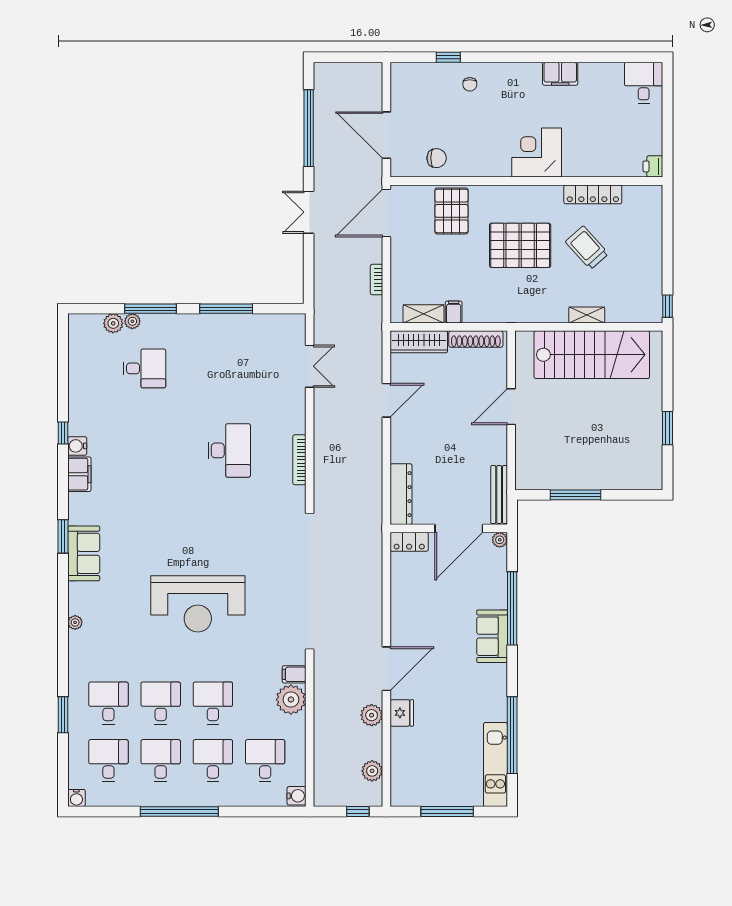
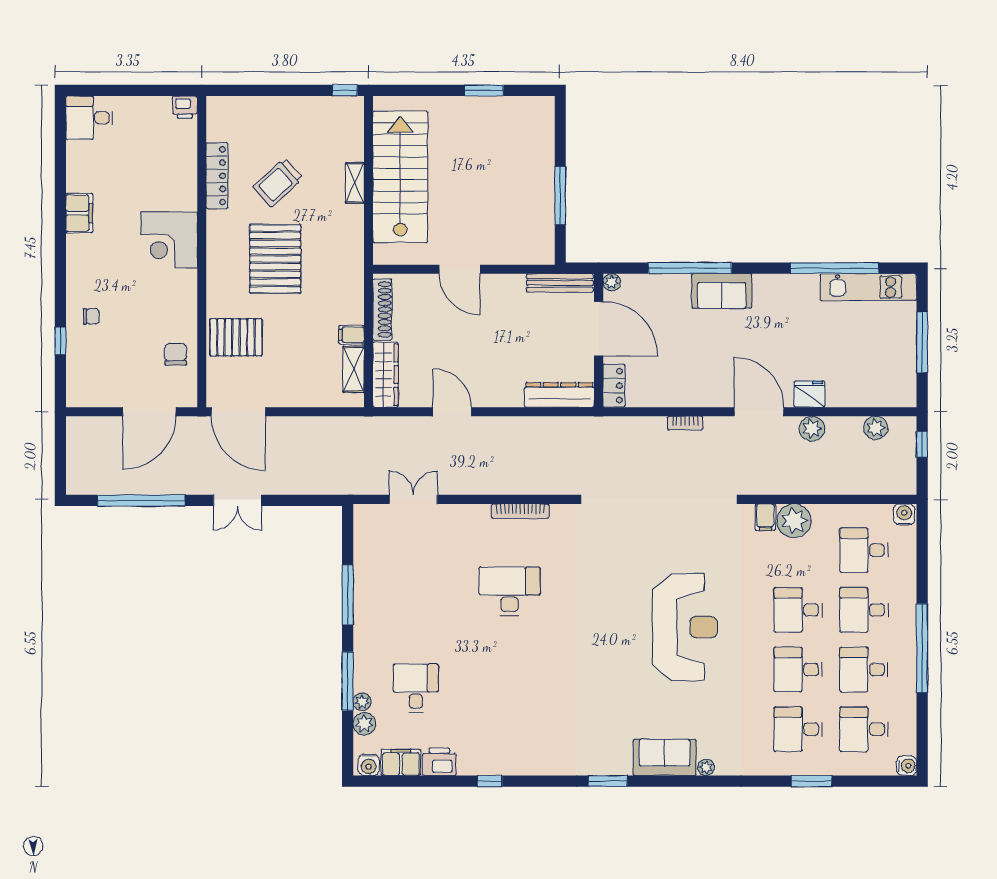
bookcase: (376, 280) -> (685, 423), moved
printer: (80, 389) -> (439, 762), added
water cooler: (77, 446) -> (369, 765), moved
filing cabinet: (79, 474) -> (401, 762), moved
sofa: (84, 553) -> (665, 757), moved

